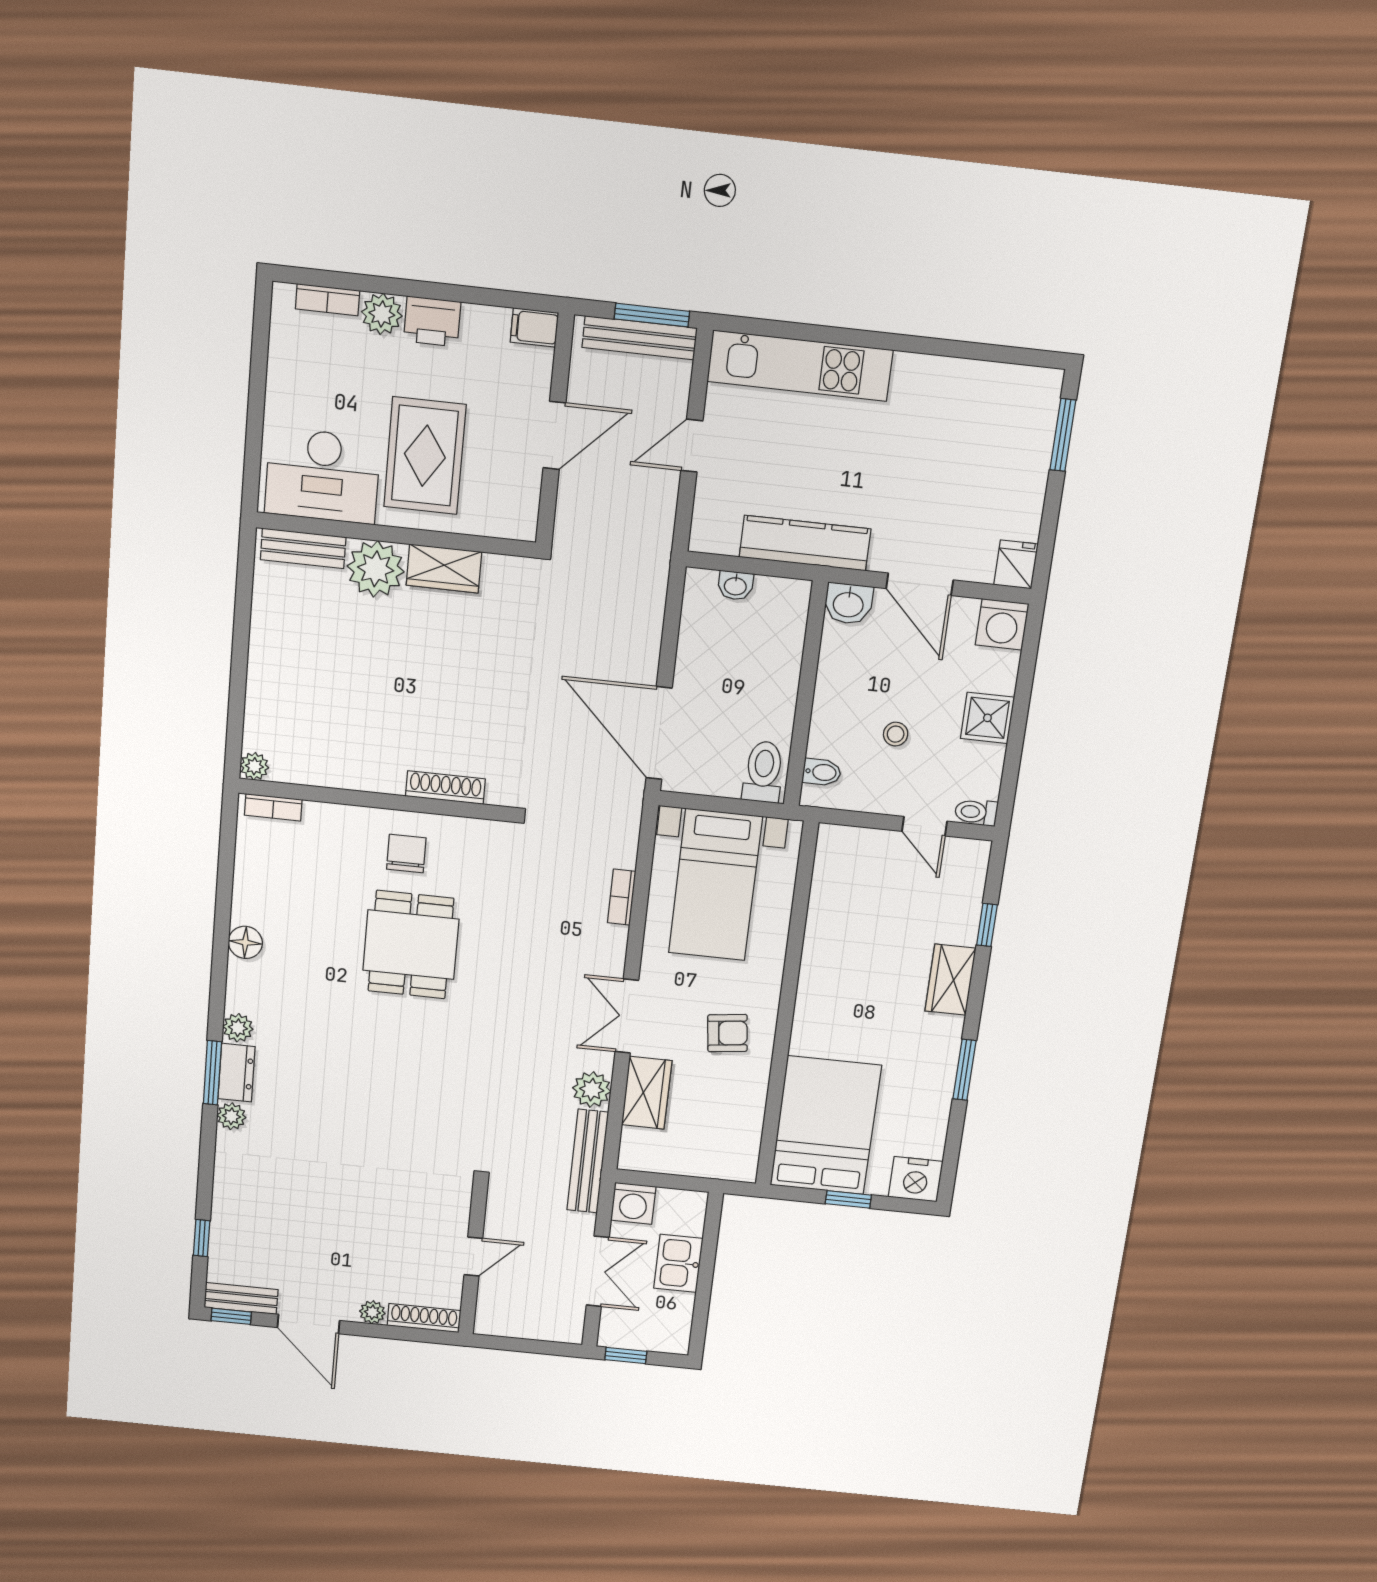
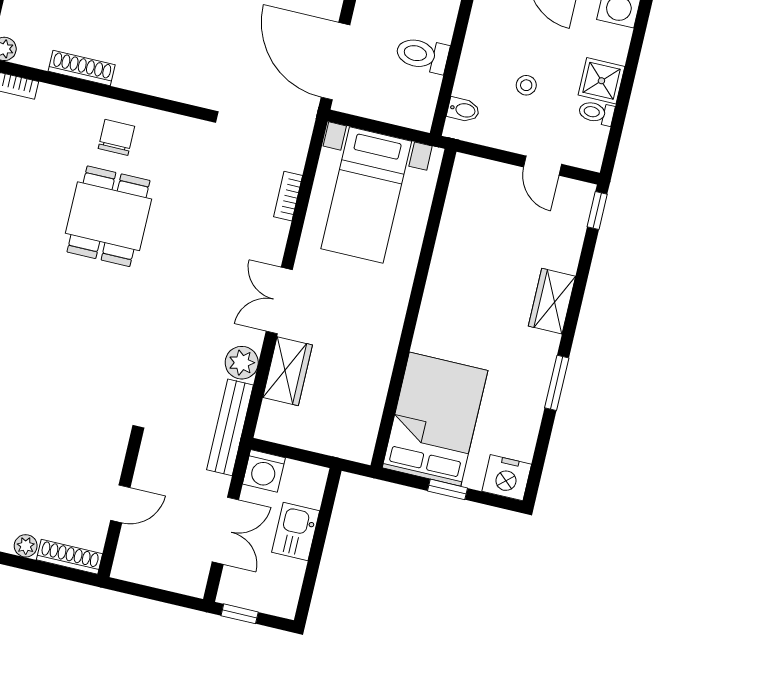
toilet: (763, 772) -> (422, 55), moved, turned -90
shoe rack: (445, 788) -> (82, 68), moved
toilet: (976, 812) -> (596, 113), moved
window: (987, 925) -> (597, 211), moved
armchair: (727, 1033) -> (362, 326), removed

